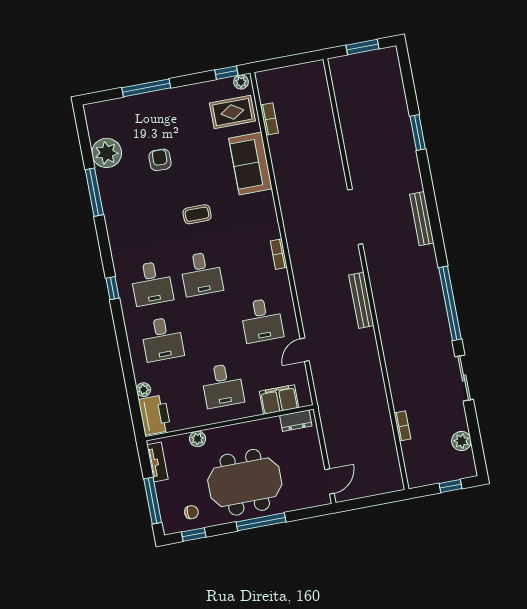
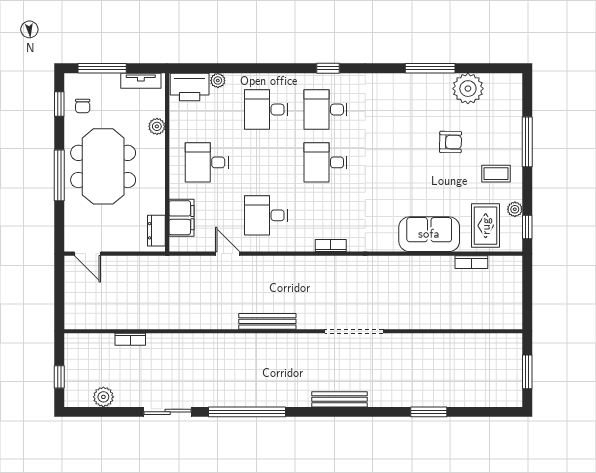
plant: (241, 82) -> (515, 209), moved
coffee table: (197, 214) -> (496, 174), moved, turned 90

